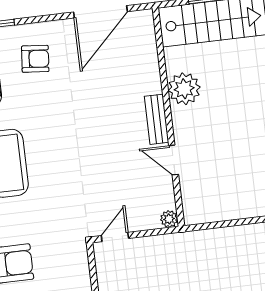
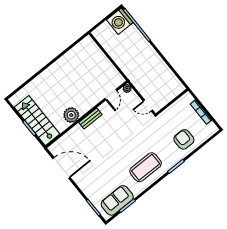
armchair: (35, 59) -> (97, 182), removed
door: (174, 160) -> (111, 95), moved

